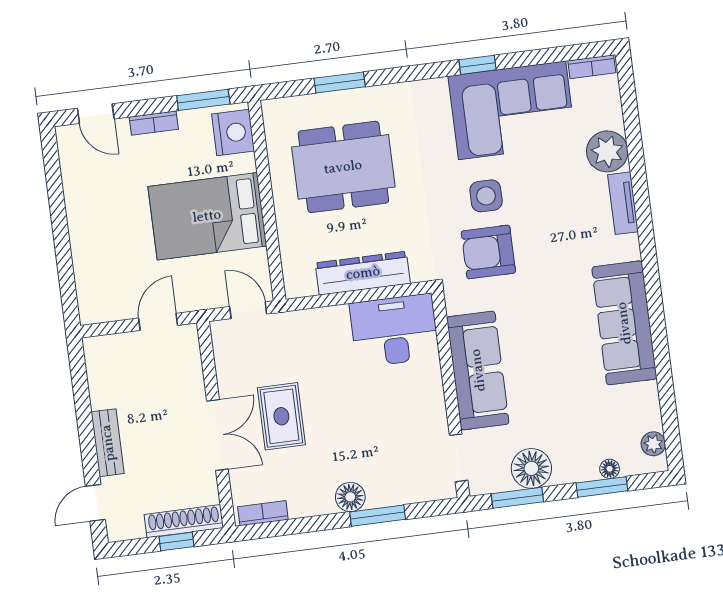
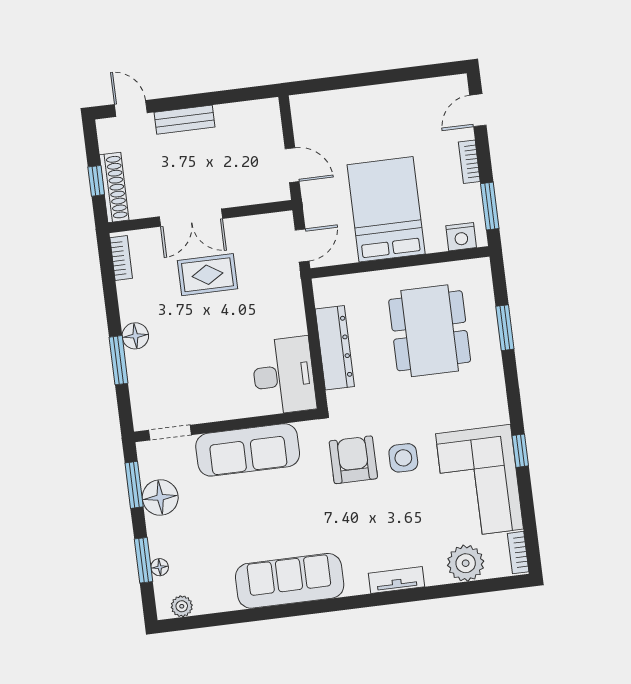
nightstand: (233, 133) -> (461, 237), width x0.74, depth x0.75
plant: (607, 151) -> (466, 563), moved

